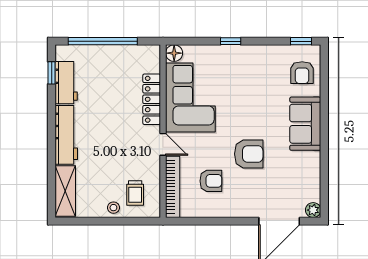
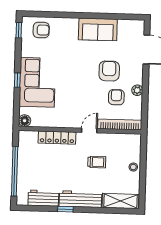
window: (52, 73) -> (65, 209), moved
corner sofa: (190, 98) -> (37, 82), moved, turned 90
sofa: (305, 124) -> (98, 29), moved
armchair: (249, 154) -> (109, 71), moved
trolley: (135, 193) -> (97, 162), moved
plant: (313, 210) -> (137, 90), moved

